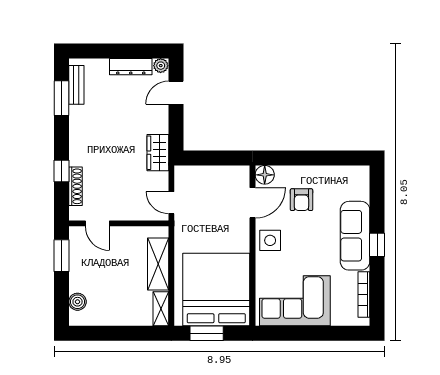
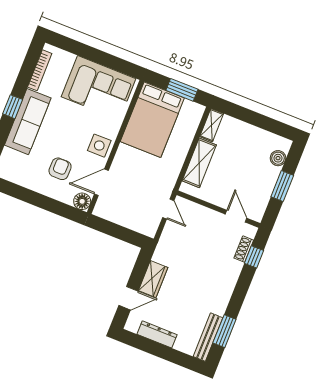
plant: (161, 66) -> (132, 325), removed
bench: (76, 85) -> (208, 337), width x1.36
wardrobe: (158, 153) -> (153, 279), moved
window: (61, 171) -> (254, 257), moved
shoe rack: (75, 186) -> (244, 249), width x0.70
window: (61, 256) -> (282, 186), moved
bed: (216, 290) -> (152, 120), width x0.73

